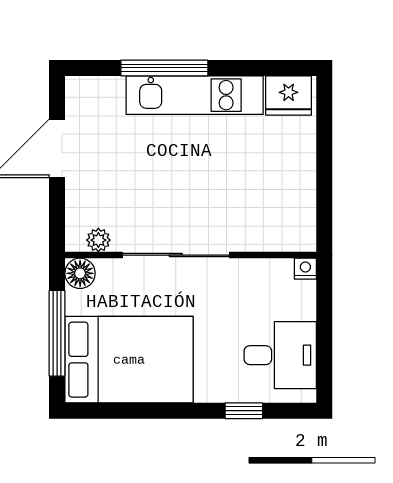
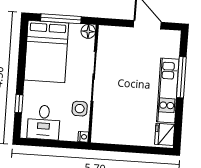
plant: (98, 240) -> (103, 41), removed
side table: (246, 280) -> (80, 109), added

